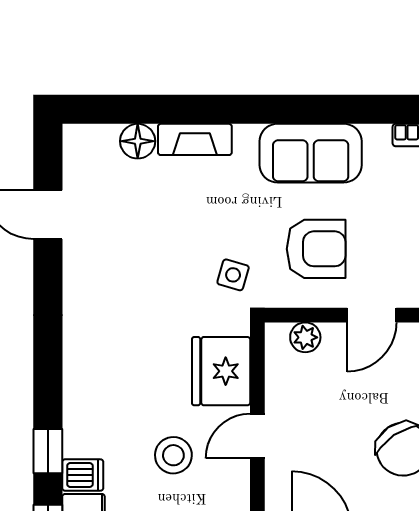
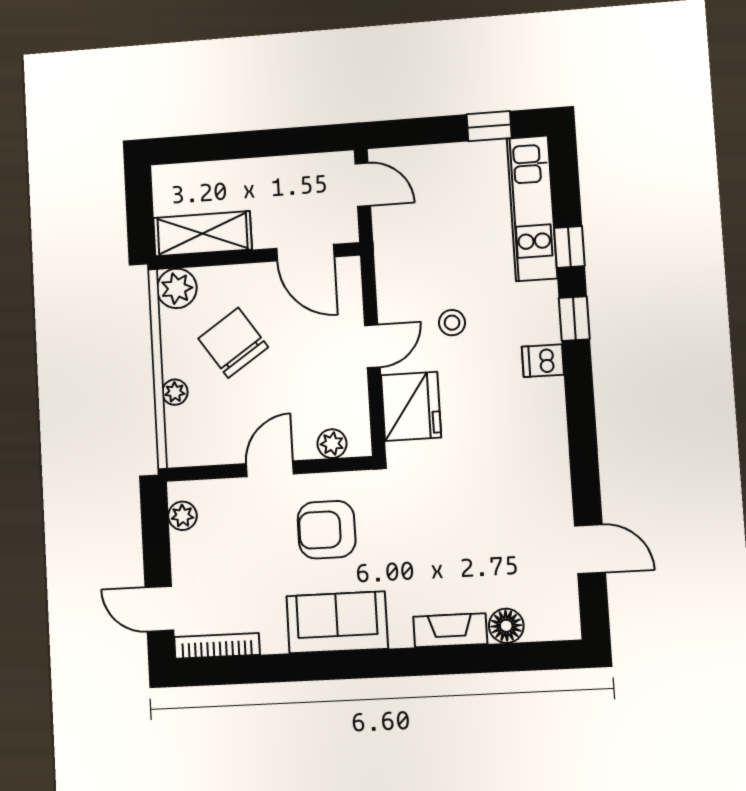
side table: (233, 275) -> (405, 500), removed
stool: (173, 455) -> (452, 323), width x0.73, depth x0.73
dishwasher: (83, 475) -> (543, 361), moved

